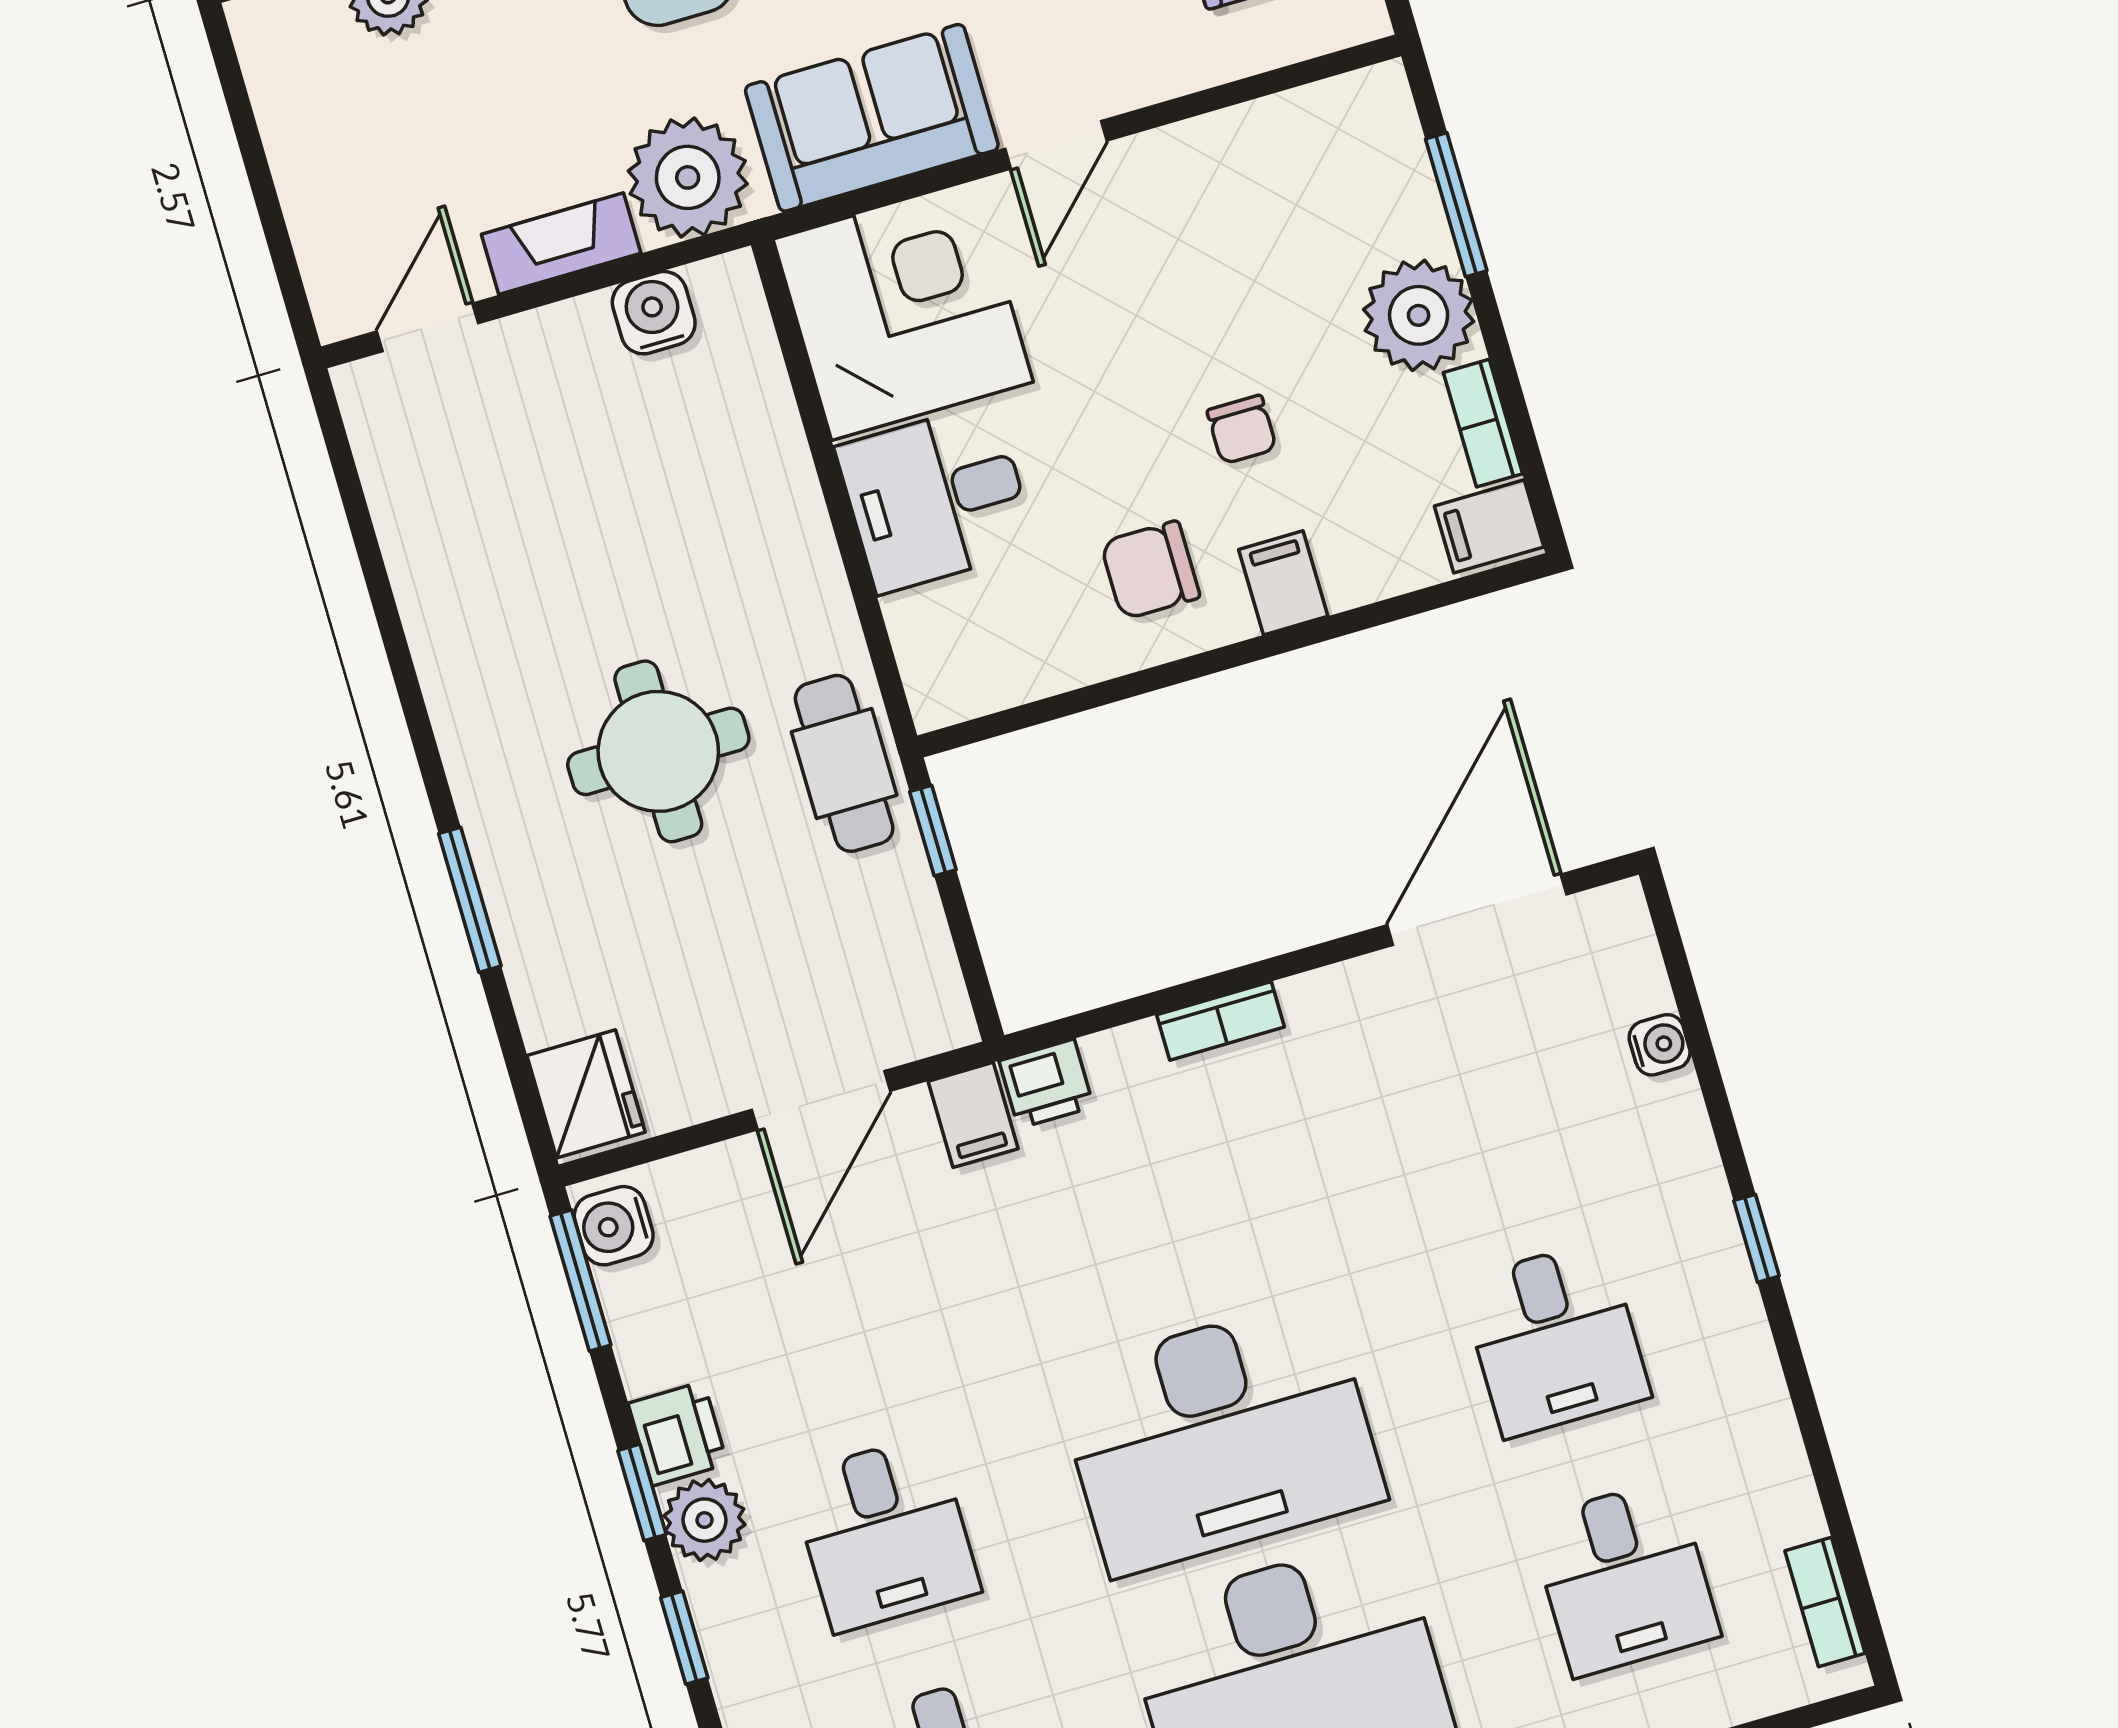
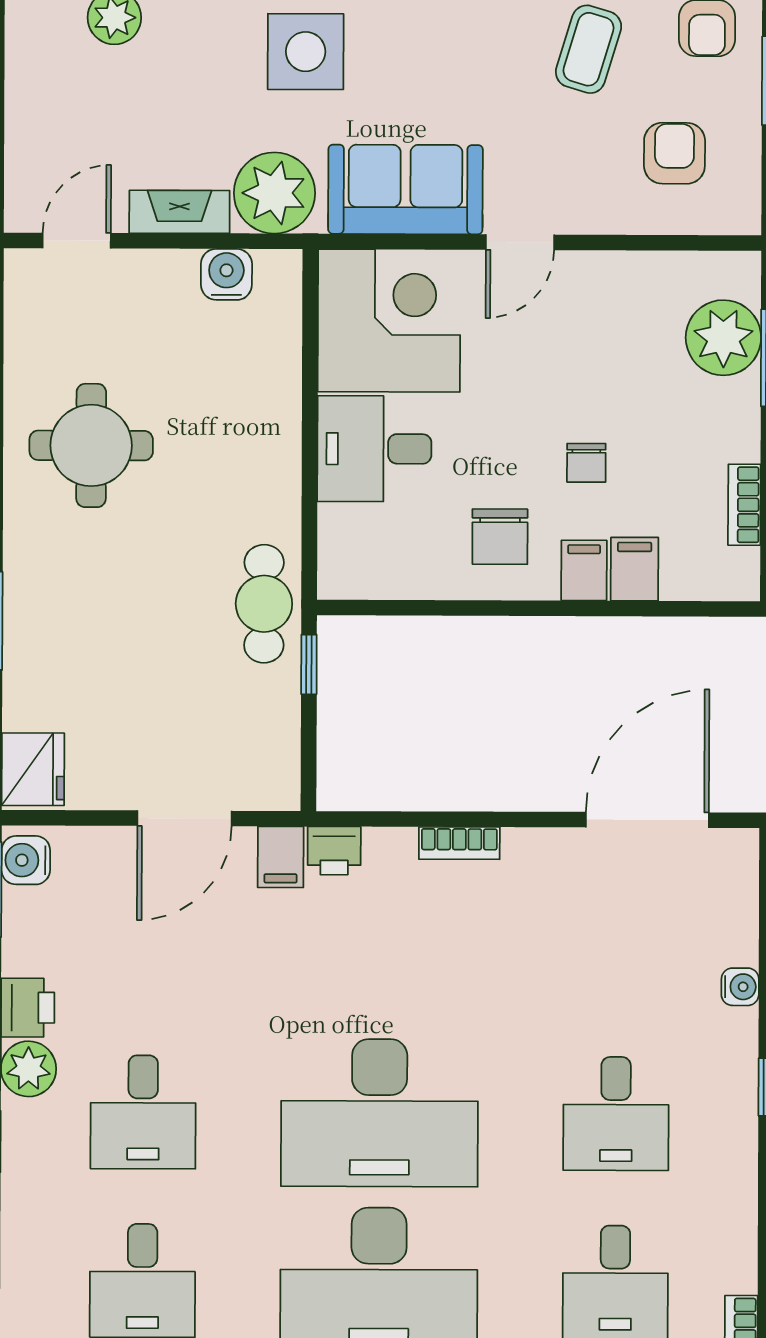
plant: (1419, 315) -> (723, 338), moved
filing cabinet: (1489, 526) -> (635, 569), moved, turned 90
chair: (1150, 570) -> (500, 537), turned -90
round table: (658, 751) -> (91, 445), moved
water cooler: (1660, 1045) -> (740, 987), moved

